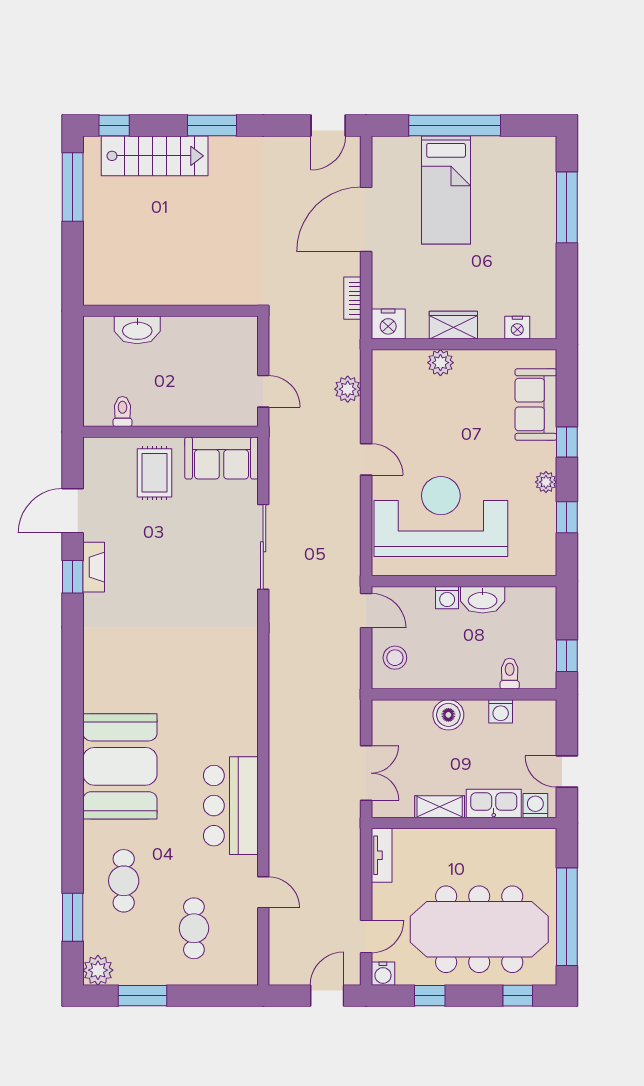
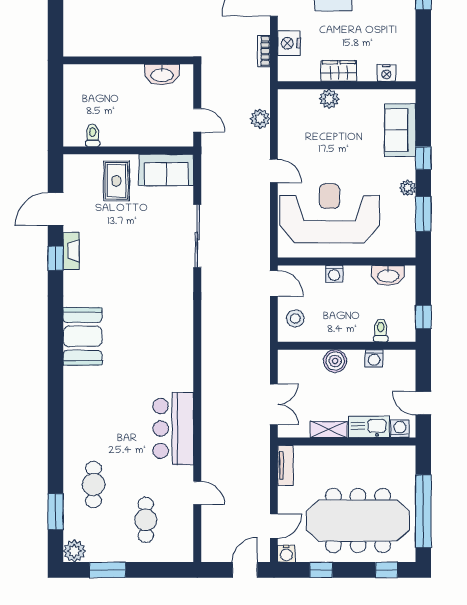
nightstand: (388, 324) -> (289, 43), moved, turned 90
washbasin: (137, 330) -> (162, 75), moved
window: (567, 517) -> (423, 214), width x1.50
washbasin: (483, 600) -> (388, 275), moved
booth: (120, 766) -> (83, 336), moved, width x0.73, depth x0.70

